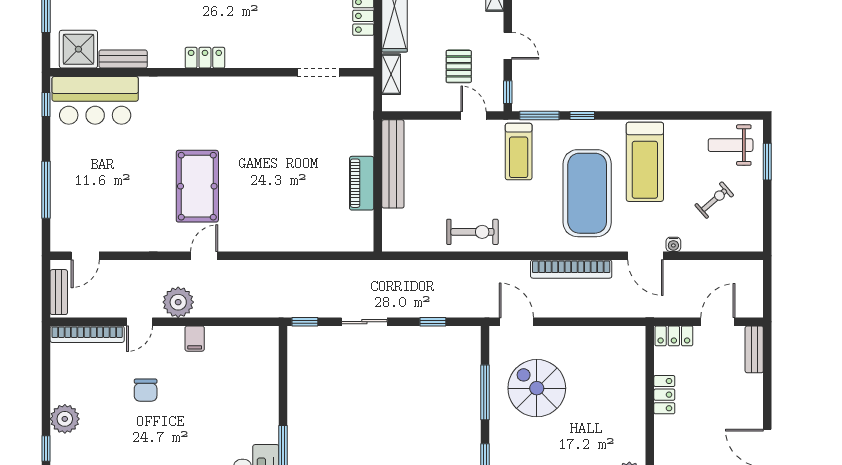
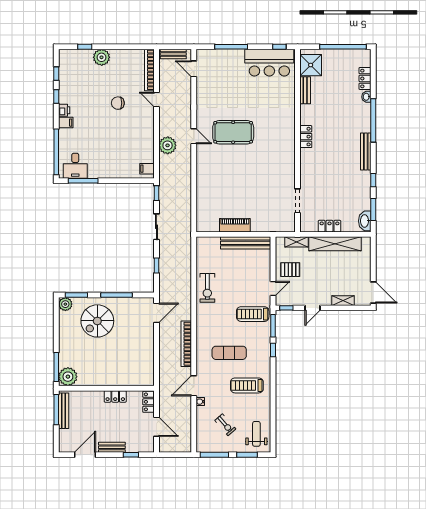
pallet: (459, 66) -> (290, 270), moved
bar counter: (95, 100) -> (269, 63), moved, turned -90
treadmill: (645, 162) -> (247, 385), width x0.73, depth x0.73
exercise mat: (587, 193) -> (229, 353), width x0.50, depth x0.69
window: (767, 219) -> (214, 455), added
plant: (178, 302) -> (168, 145), moved
filing cabinet: (195, 339) -> (147, 169), moved
bench: (754, 349) -> (112, 447), moved
window: (767, 367) -> (131, 455), added
spiral stairs: (537, 388) -> (97, 321), moved, turned 180

